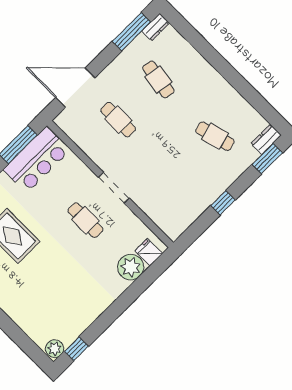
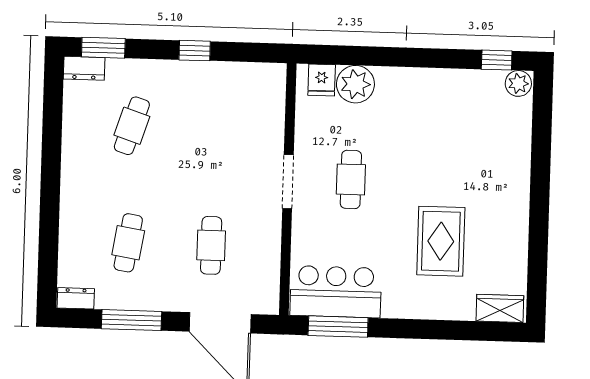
window: (131, 32) -> (131, 320), moved
cafe table: (215, 136) -> (132, 126), turned 33

